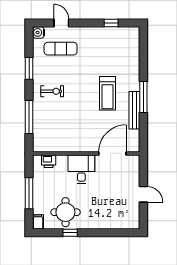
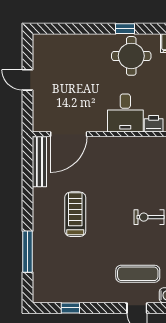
window: (143, 97) -> (27, 252), moved
bench: (134, 110) -> (39, 162), moved
desk: (81, 169) -> (125, 113), moved

